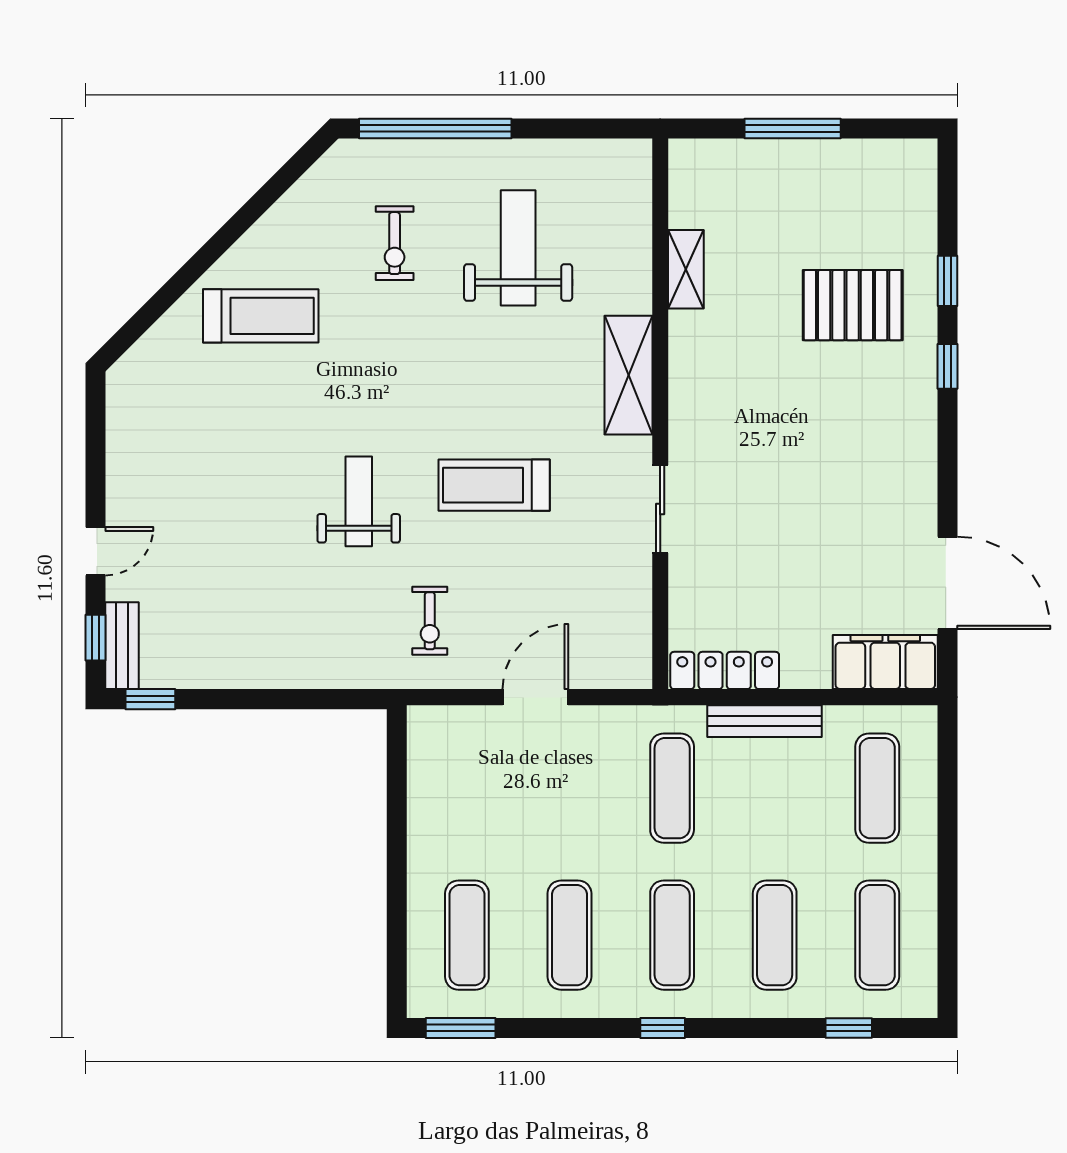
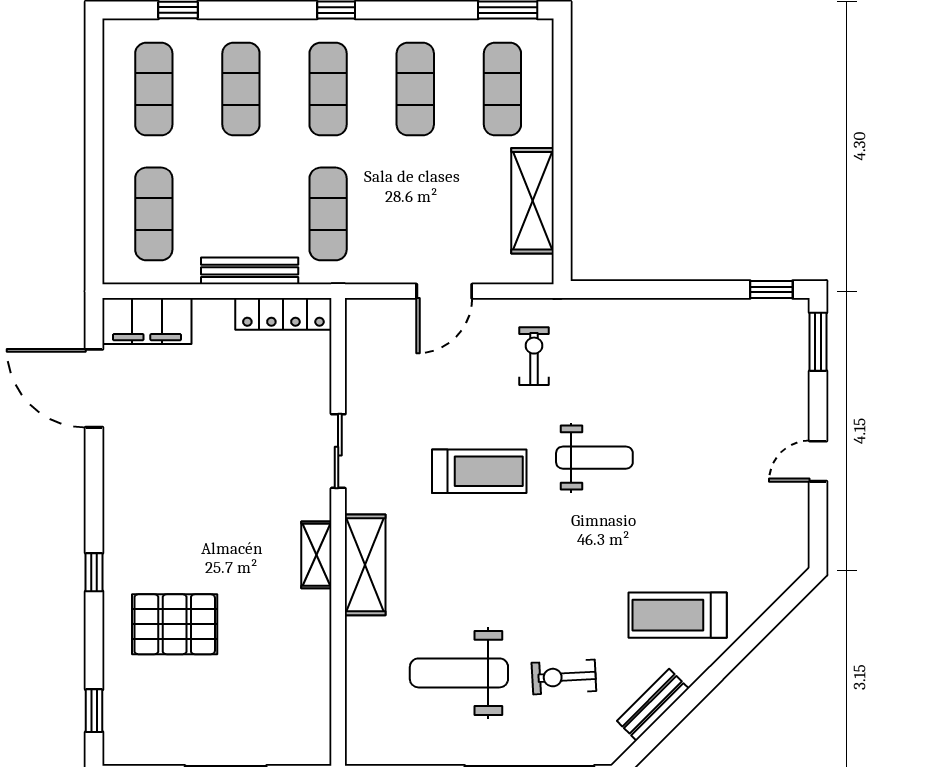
exercise bike: (395, 243) -> (564, 677), turned -93
weight bench: (518, 248) -> (459, 673), turned 90
shelving: (686, 269) -> (316, 555), moved
window: (948, 281) -> (94, 711), moved
weight bench: (359, 501) -> (594, 458), turned -90
door: (95, 551) -> (818, 461), moved
window: (95, 638) -> (818, 342), width x1.50
bench: (122, 646) -> (653, 705), moved, turned 45
shelving: (431, 804) -> (533, 201), added

